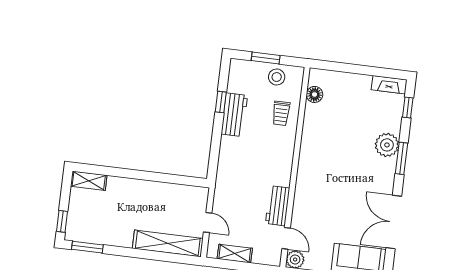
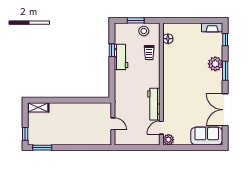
workbench: (278, 206) -> (154, 104), width x1.38
door: (286, 238) -> (161, 128), swing flipped
shelving: (168, 243) -> (90, 139), removed
shelving: (235, 254) -> (132, 141), removed

